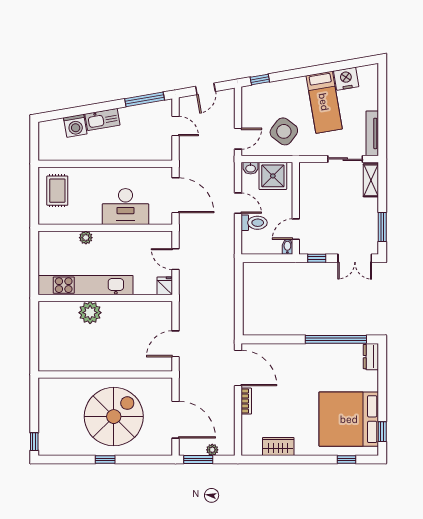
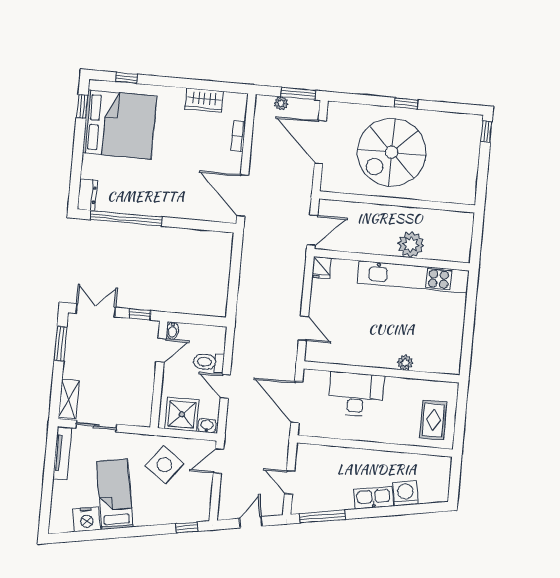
kitchen unit: (86, 285) -> (413, 277), moved
fridge: (165, 286) -> (322, 268), moved
wall: (105, 298) -> (392, 260), moved
plant: (90, 313) -> (411, 245), moved
bookcase: (246, 401) -> (238, 136), moved

